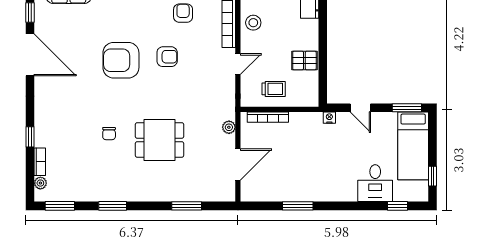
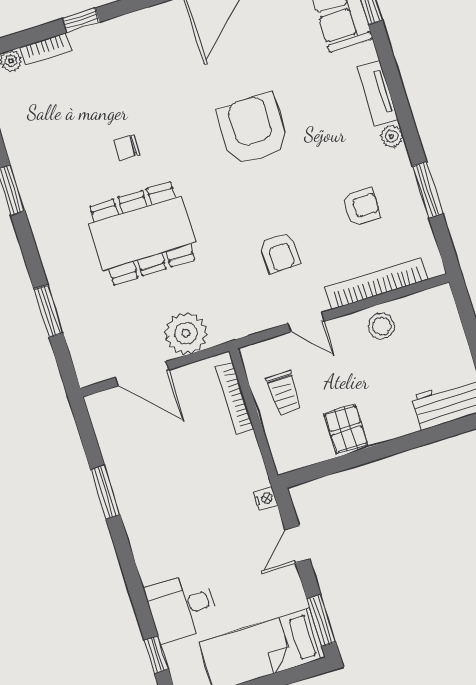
armchair: (167, 57) -> (280, 253), moved
plant: (229, 127) -> (186, 333), width x1.88, depth x1.88
dining table: (160, 140) -> (142, 233), width x1.38

